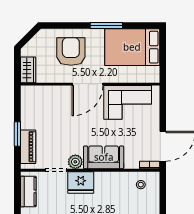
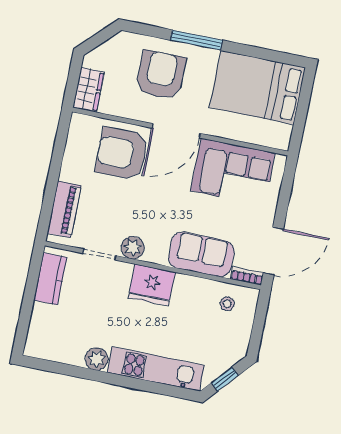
window: (106, 26) -> (196, 40), moved
armchair: (57, 105) -> (122, 154), added
window: (17, 134) -> (52, 186), removed
sofa: (104, 157) -> (201, 254), moved
fridge: (81, 182) -> (152, 285), moved

